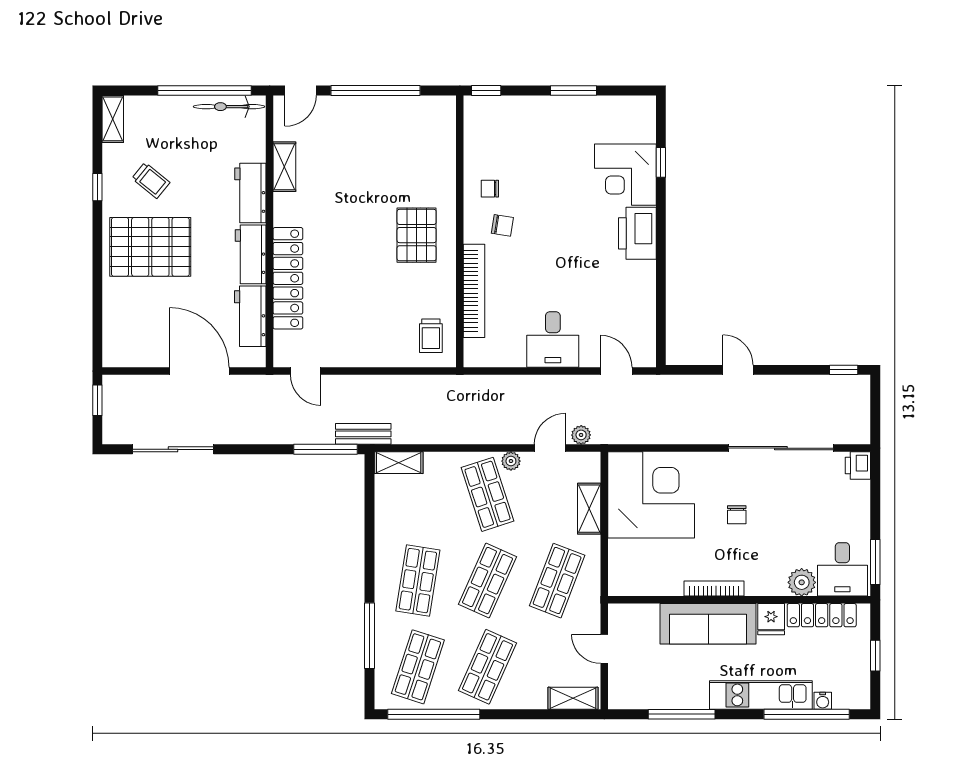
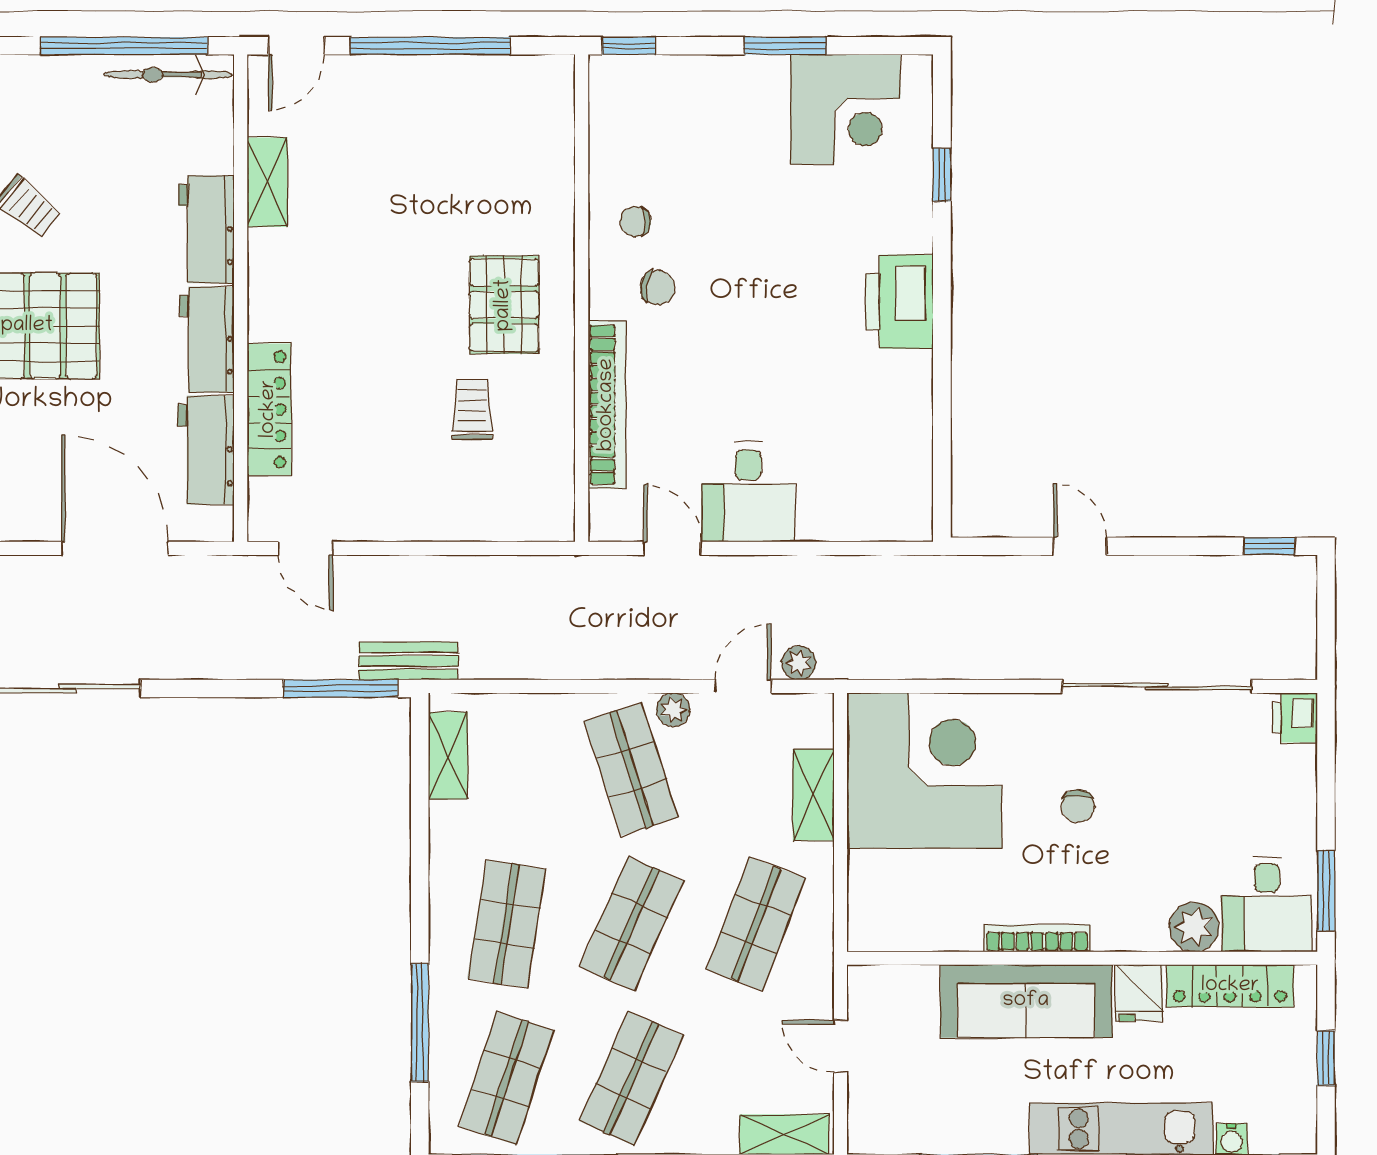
corner desk: (625, 175) -> (845, 109), moved, turned -90
locker: (288, 278) -> (269, 409), width x0.71, depth x0.83
trolley: (431, 336) -> (472, 410), moved, turned 180
door: (616, 371) -> (672, 548), moved
shelving: (399, 463) -> (448, 756), moved, turned 90

